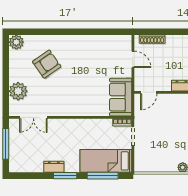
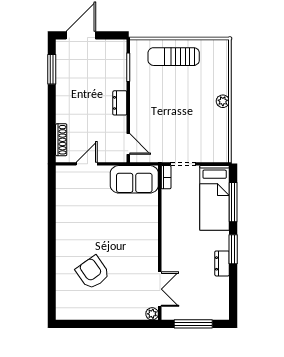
plant: (16, 42) -> (65, 311), removed
plant: (18, 91) -> (152, 314), moved, width x0.53, depth x0.53

